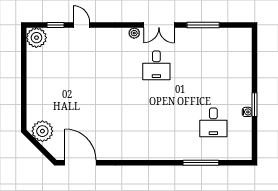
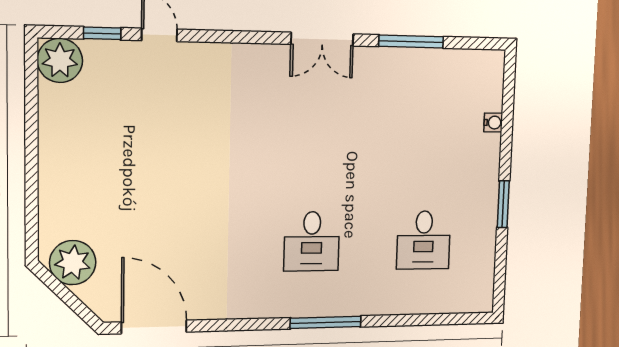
plant: (134, 33) -> (271, 55), removed
desk: (156, 65) -> (312, 241), moved
water cooler: (247, 112) -> (493, 123), moved
window: (201, 163) -> (326, 322), moved

